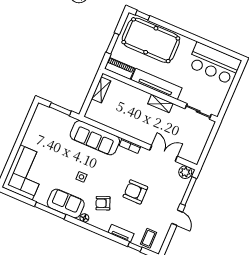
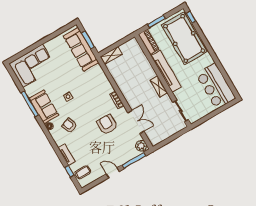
shelving: (101, 90) -> (111, 56), moved
sofa: (95, 138) -> (81, 49), moved
armchair: (135, 192) -> (107, 124), moved
door: (177, 218) -> (113, 173), swing flipped

